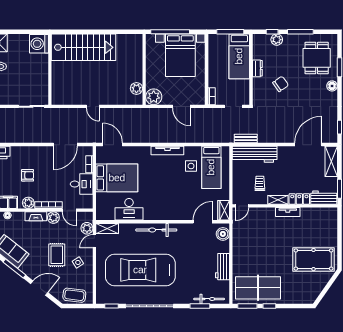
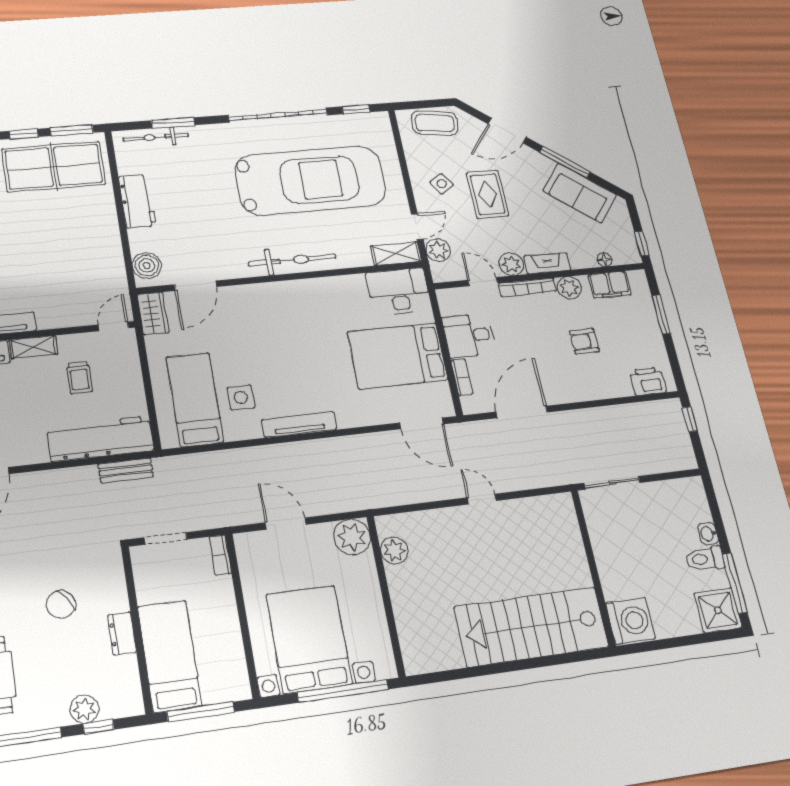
desk: (129, 209) -> (399, 291), moved

